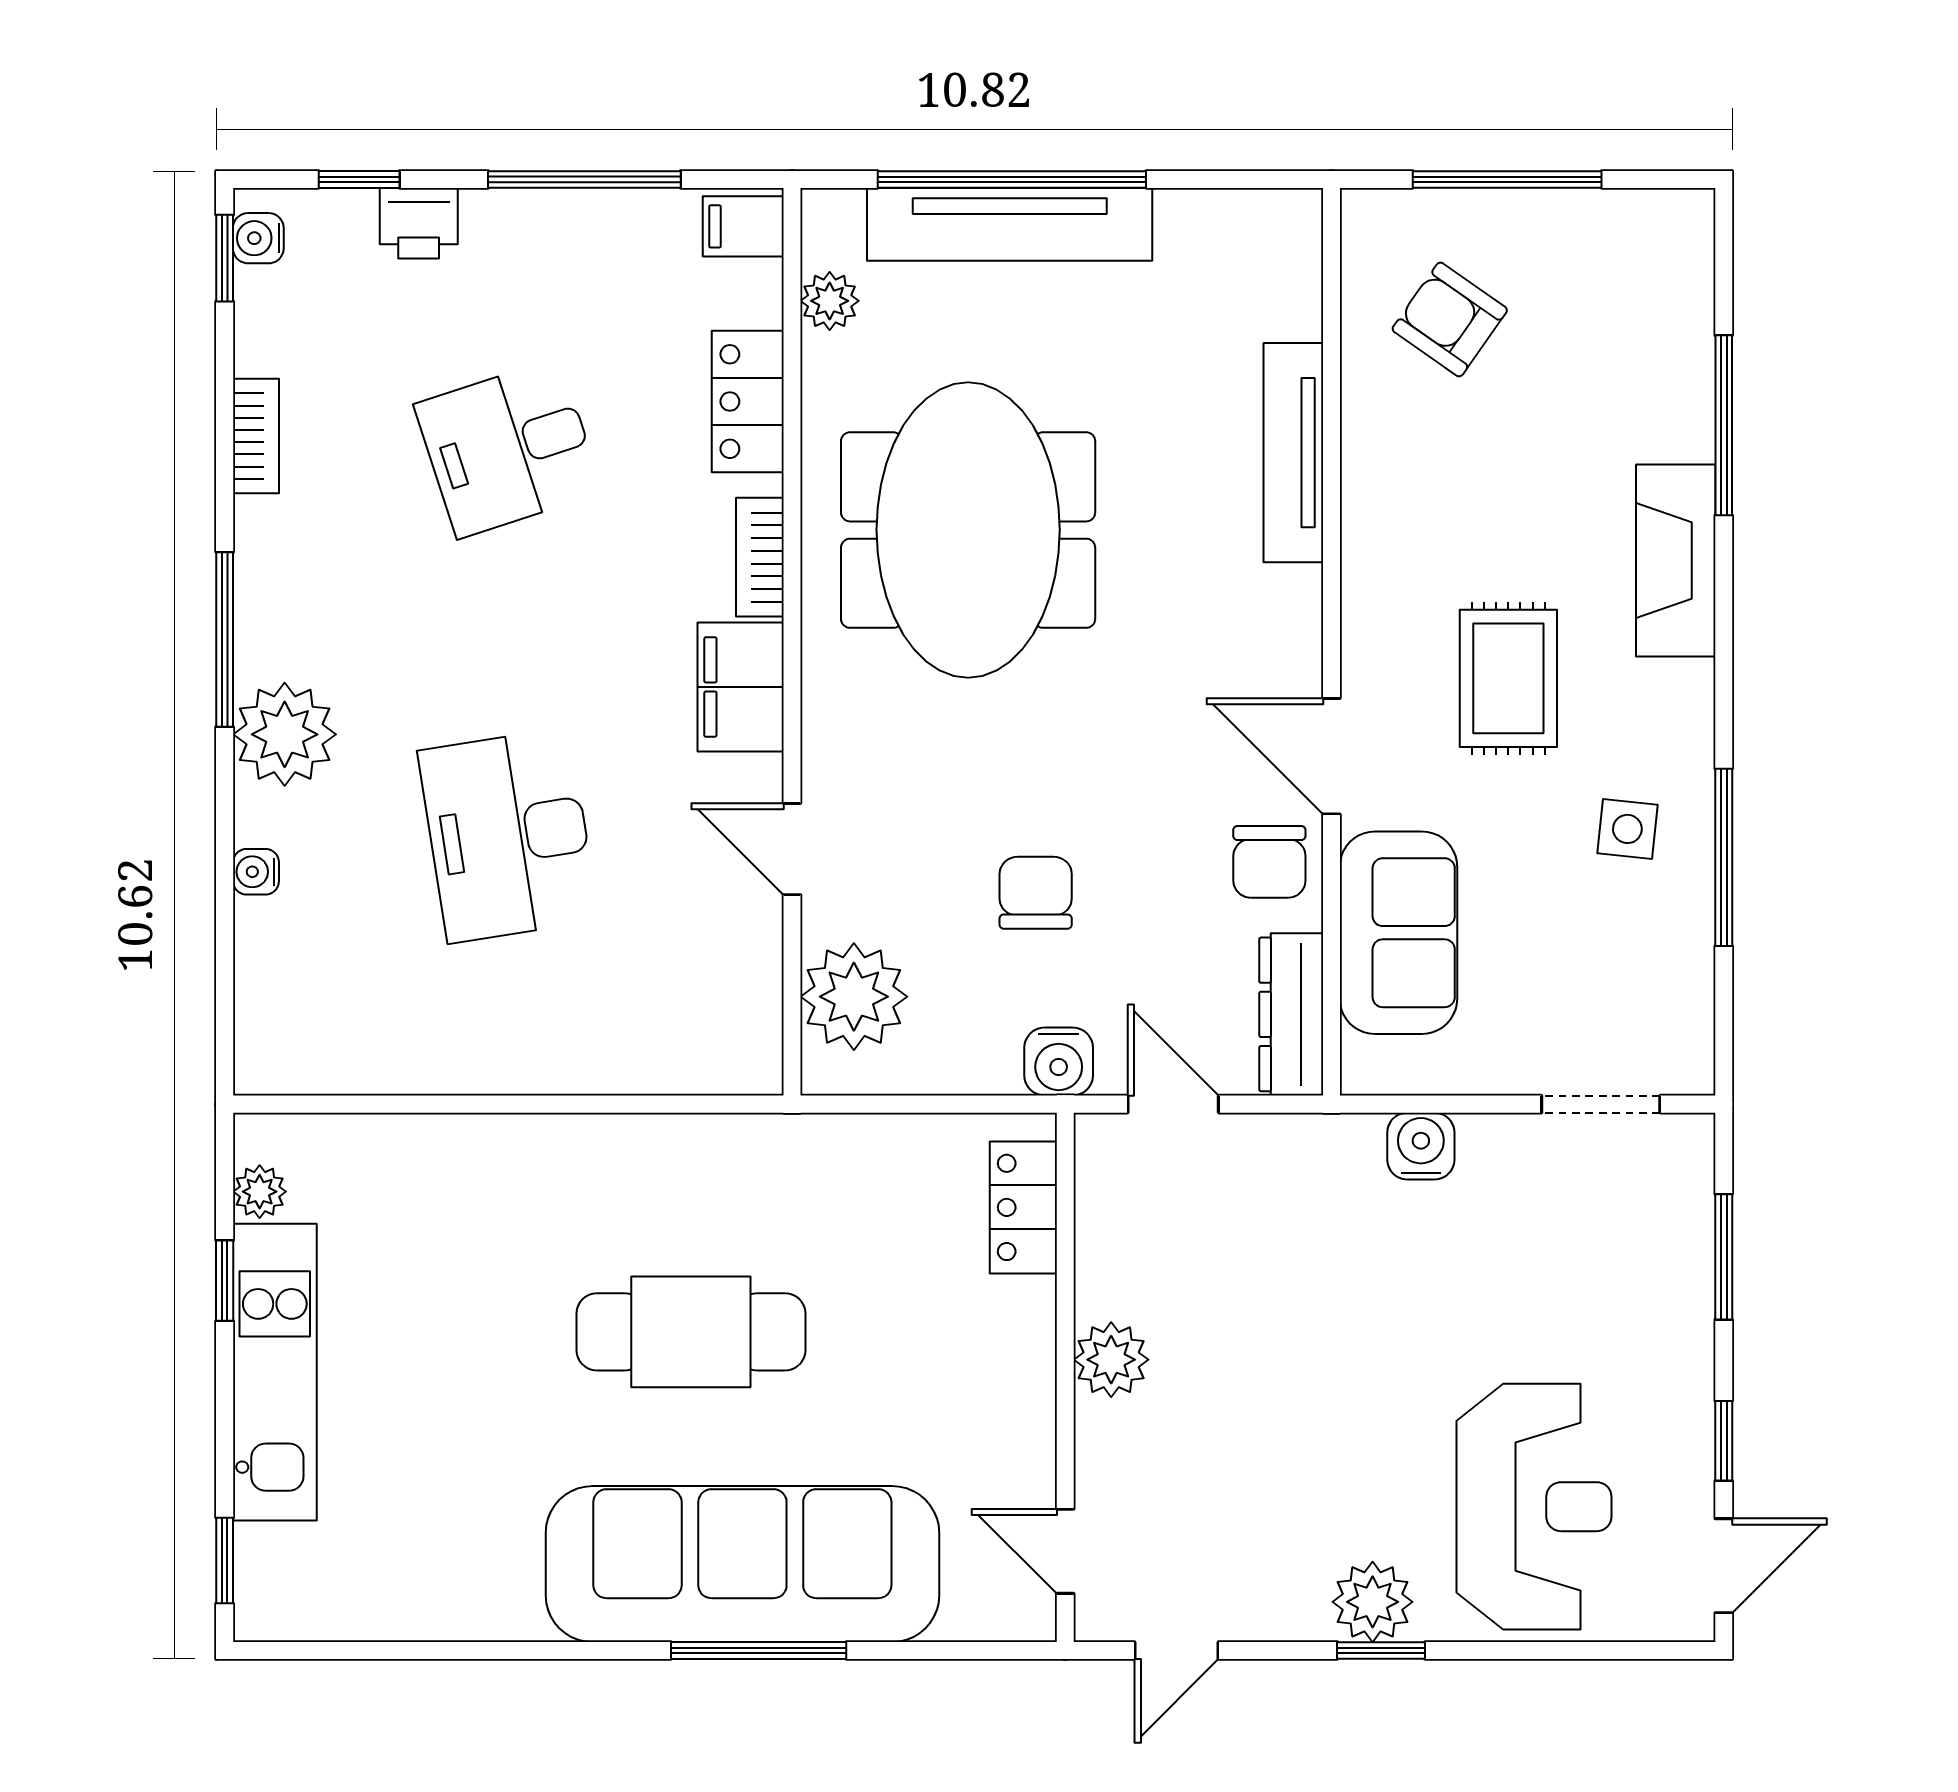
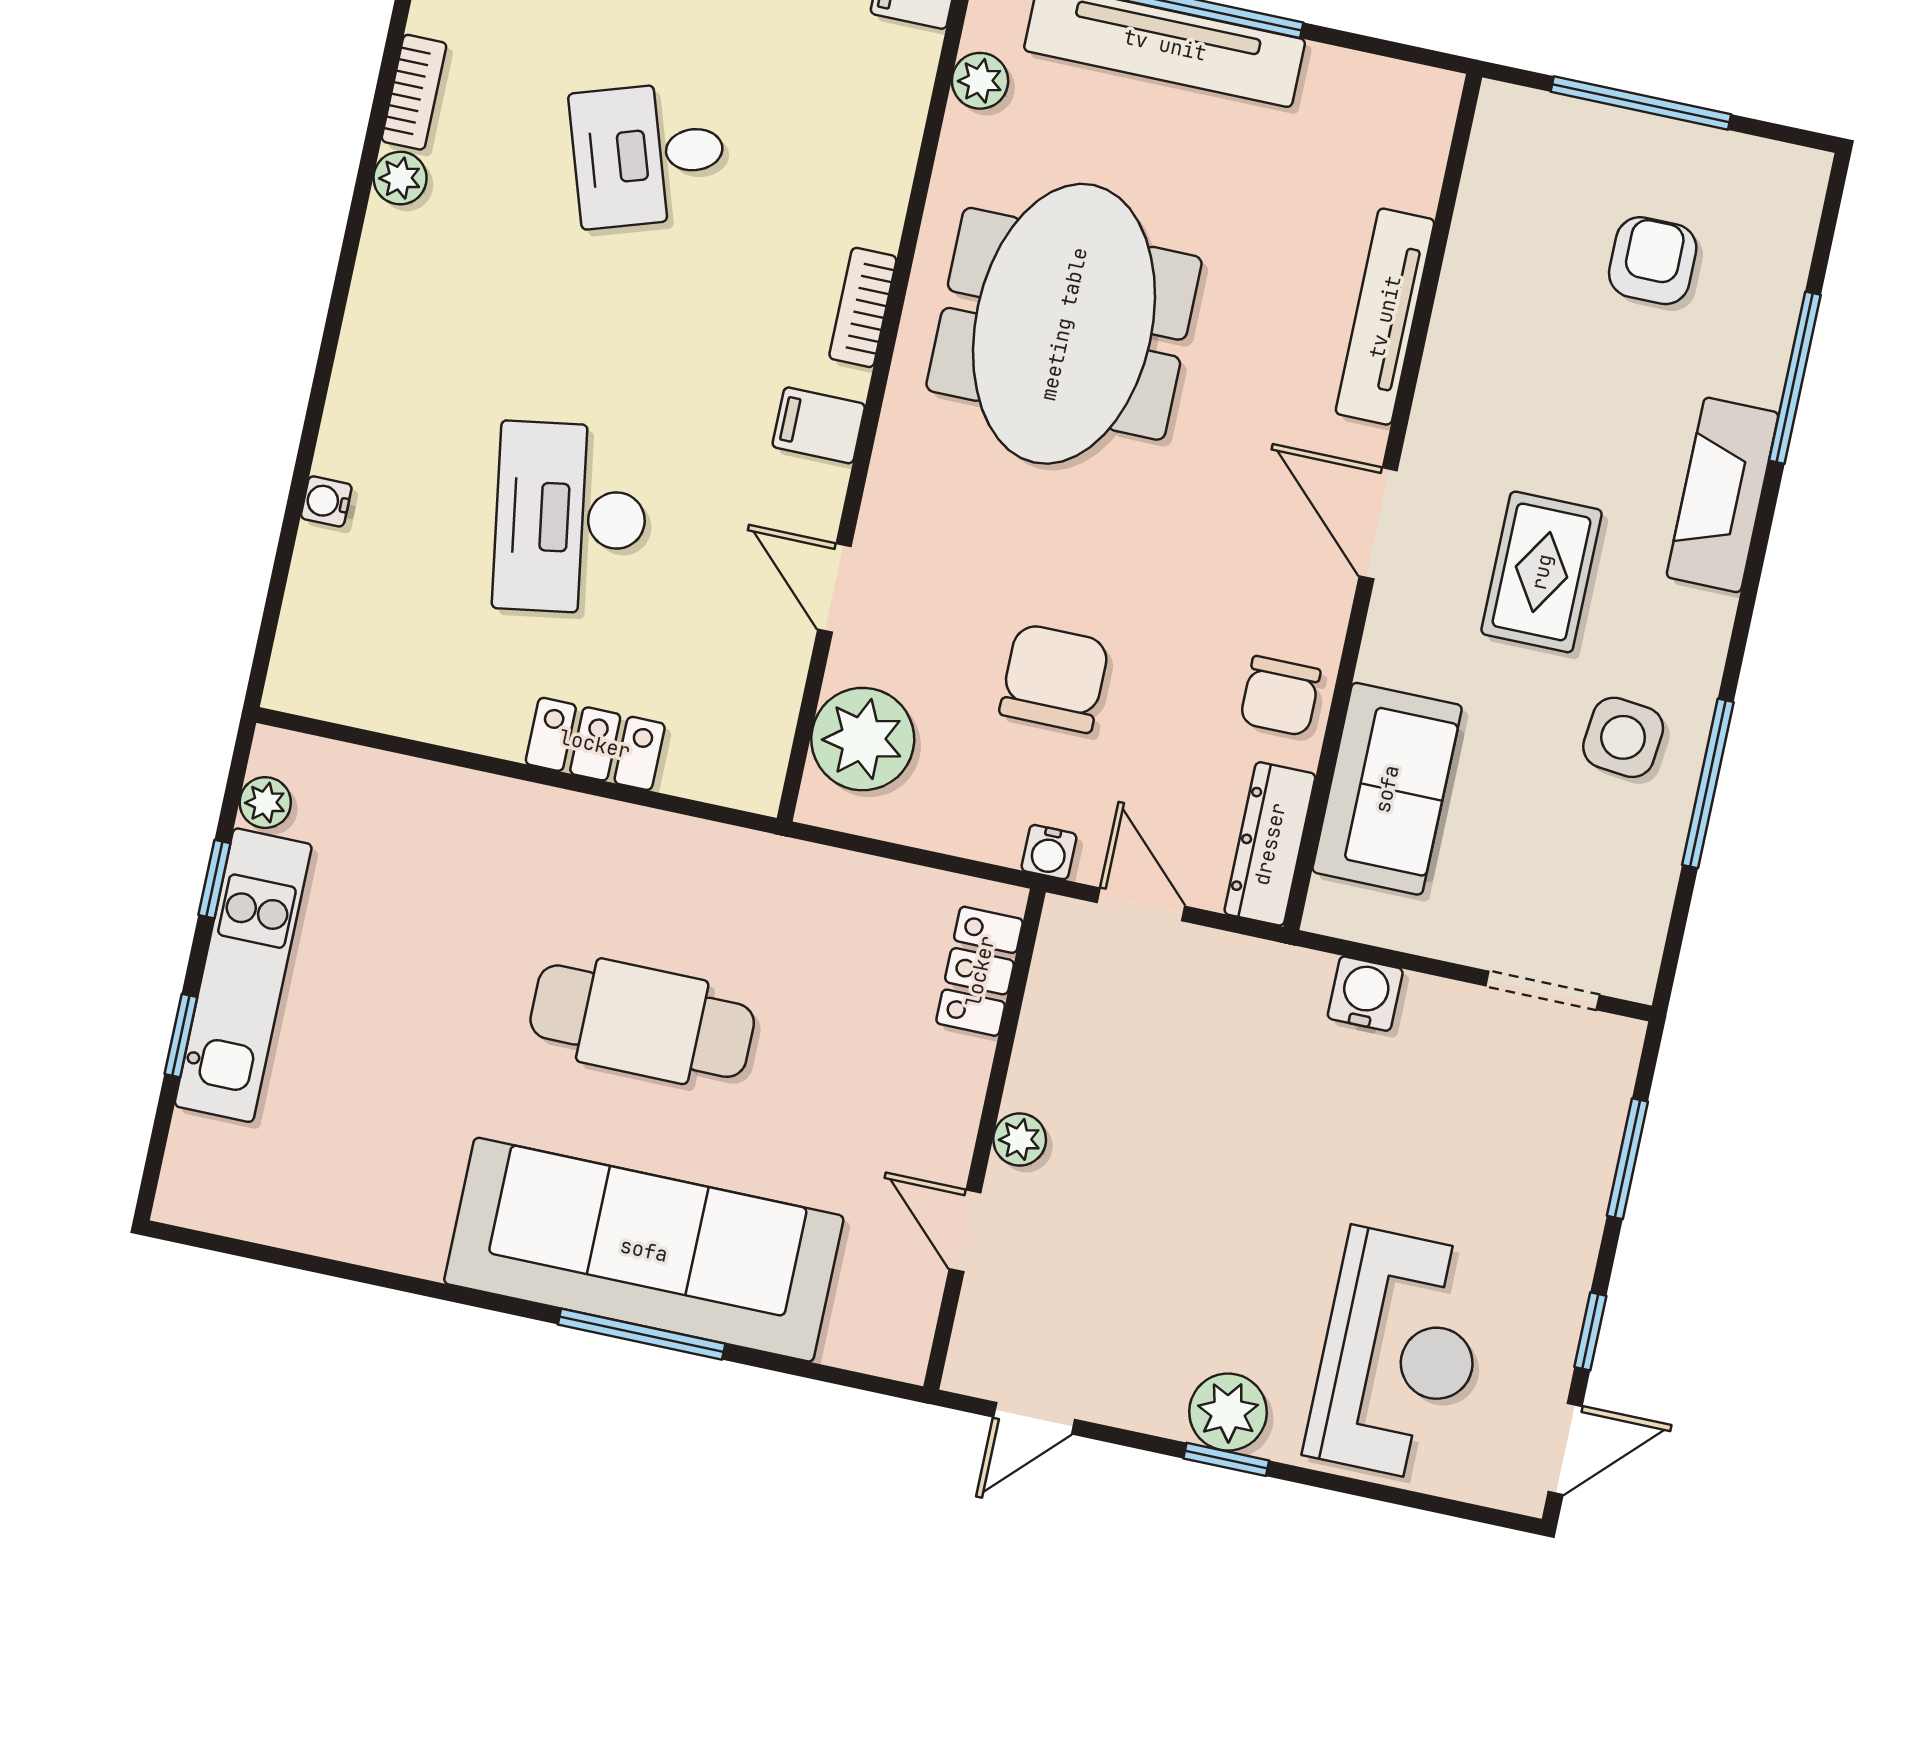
armchair: (1450, 320) -> (1653, 261), moved, turned 55
locker: (748, 402) -> (595, 744), moved, turned 90
window: (225, 640) -> (344, 277), removed
filing cabinet: (741, 687) -> (819, 425), width x0.50
plant: (285, 734) -> (400, 178), moved, width x0.53, depth x0.53
door: (1331, 756) -> (1378, 523), moved
side table: (1627, 829) -> (1623, 737), width x1.37, depth x1.37
chair: (1036, 893) -> (1054, 678), width x1.37, depth x1.37
water cooler: (1059, 1062) -> (1049, 852), width x0.72, depth x0.72
plant: (1111, 1360) -> (1020, 1139), width x0.73, depth x0.73
door: (1065, 1551) -> (965, 1231), moved
window: (225, 1561) -> (181, 1036), moved

